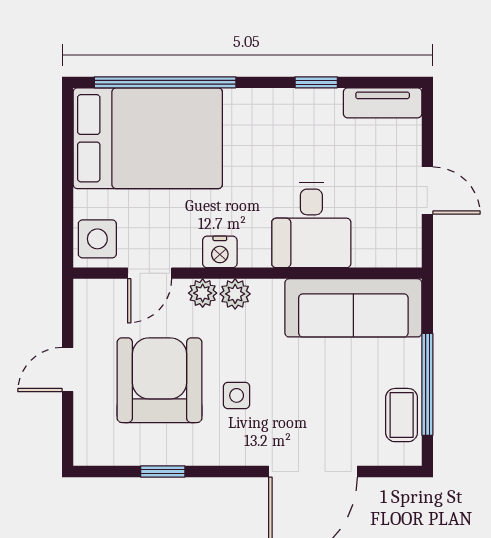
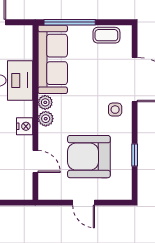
side table: (97, 239) -> (18, 188), removed
plant: (203, 293) -> (45, 102), moved
window: (427, 384) -> (70, 22), moved
side table: (237, 395) -> (115, 110), moved

